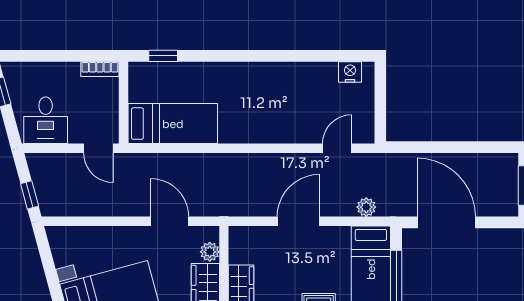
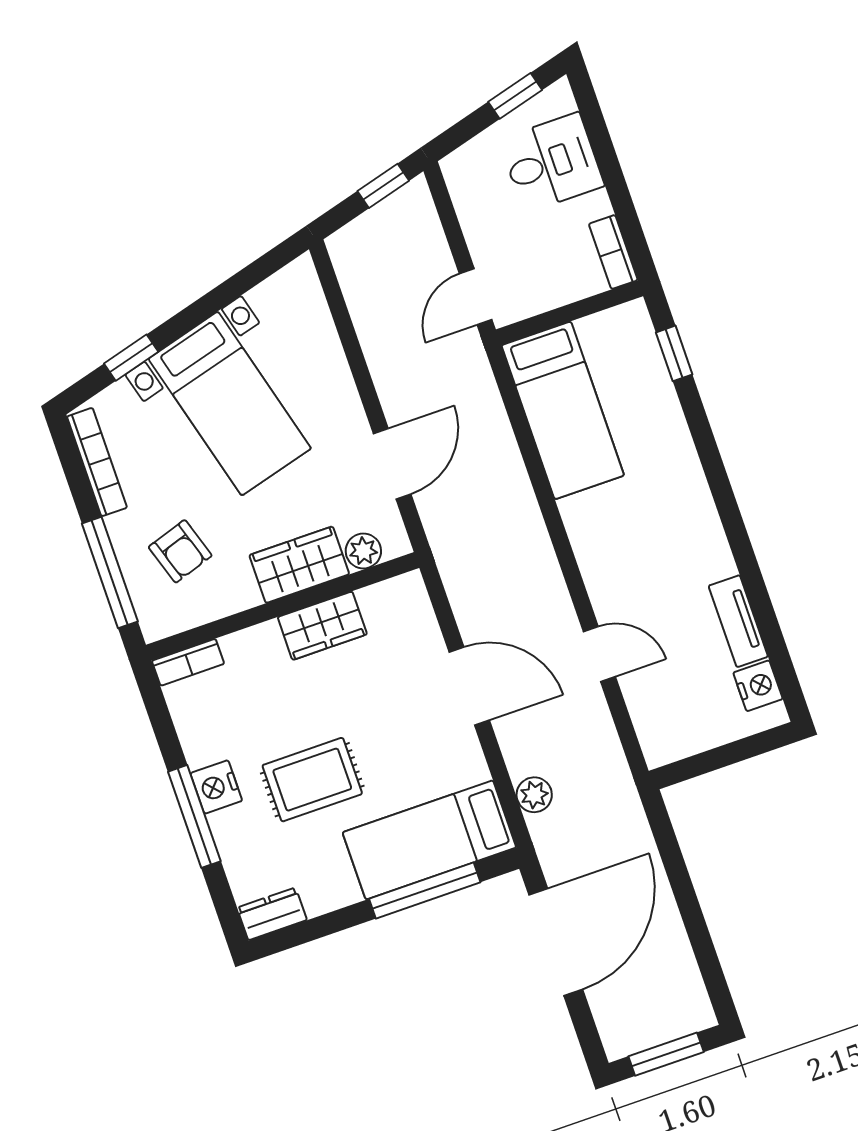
tv unit: (313, 71) -> (738, 621), added
desk: (46, 120) -> (552, 163), moved, turned 180
door: (337, 148) -> (599, 654), moved
window: (30, 195) -> (383, 186), moved

